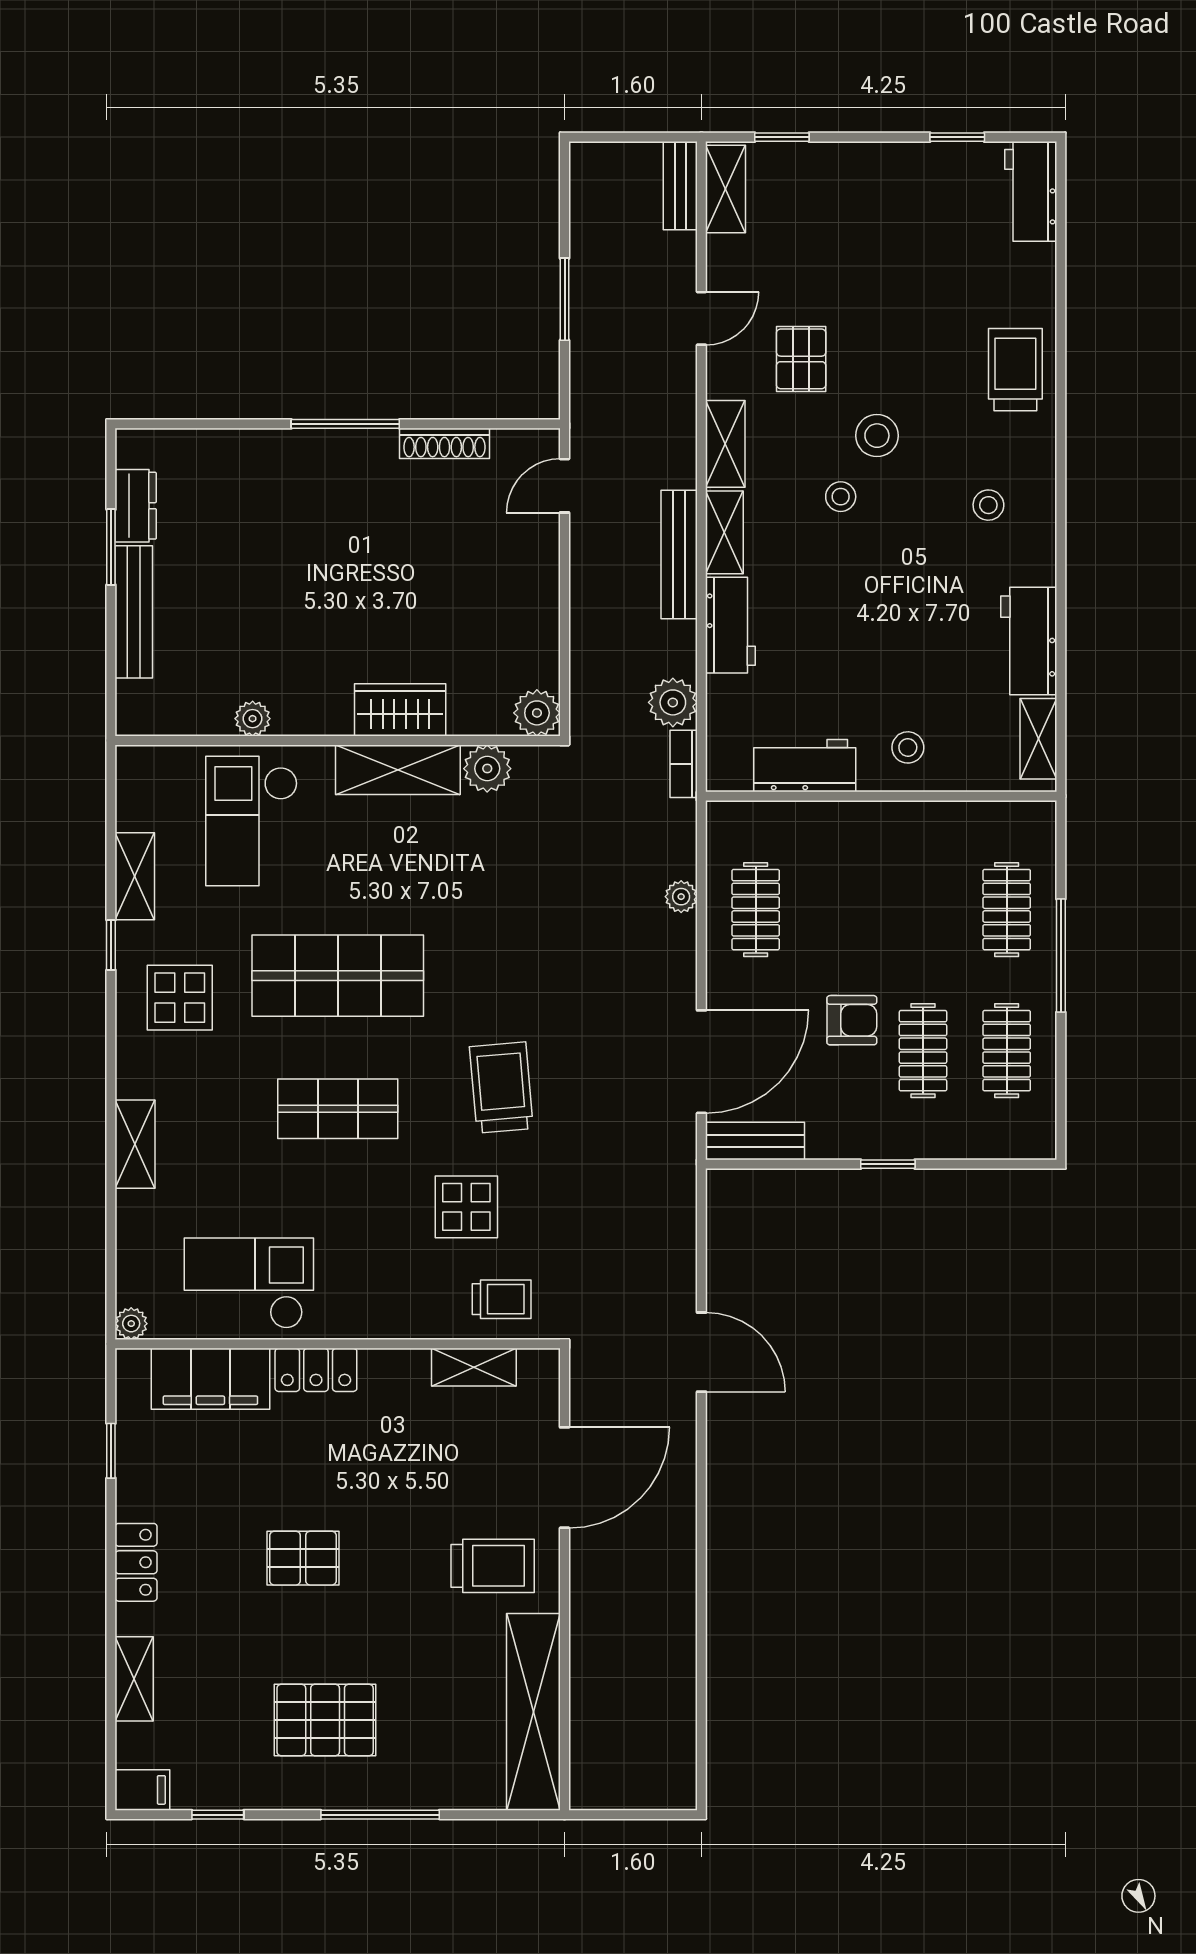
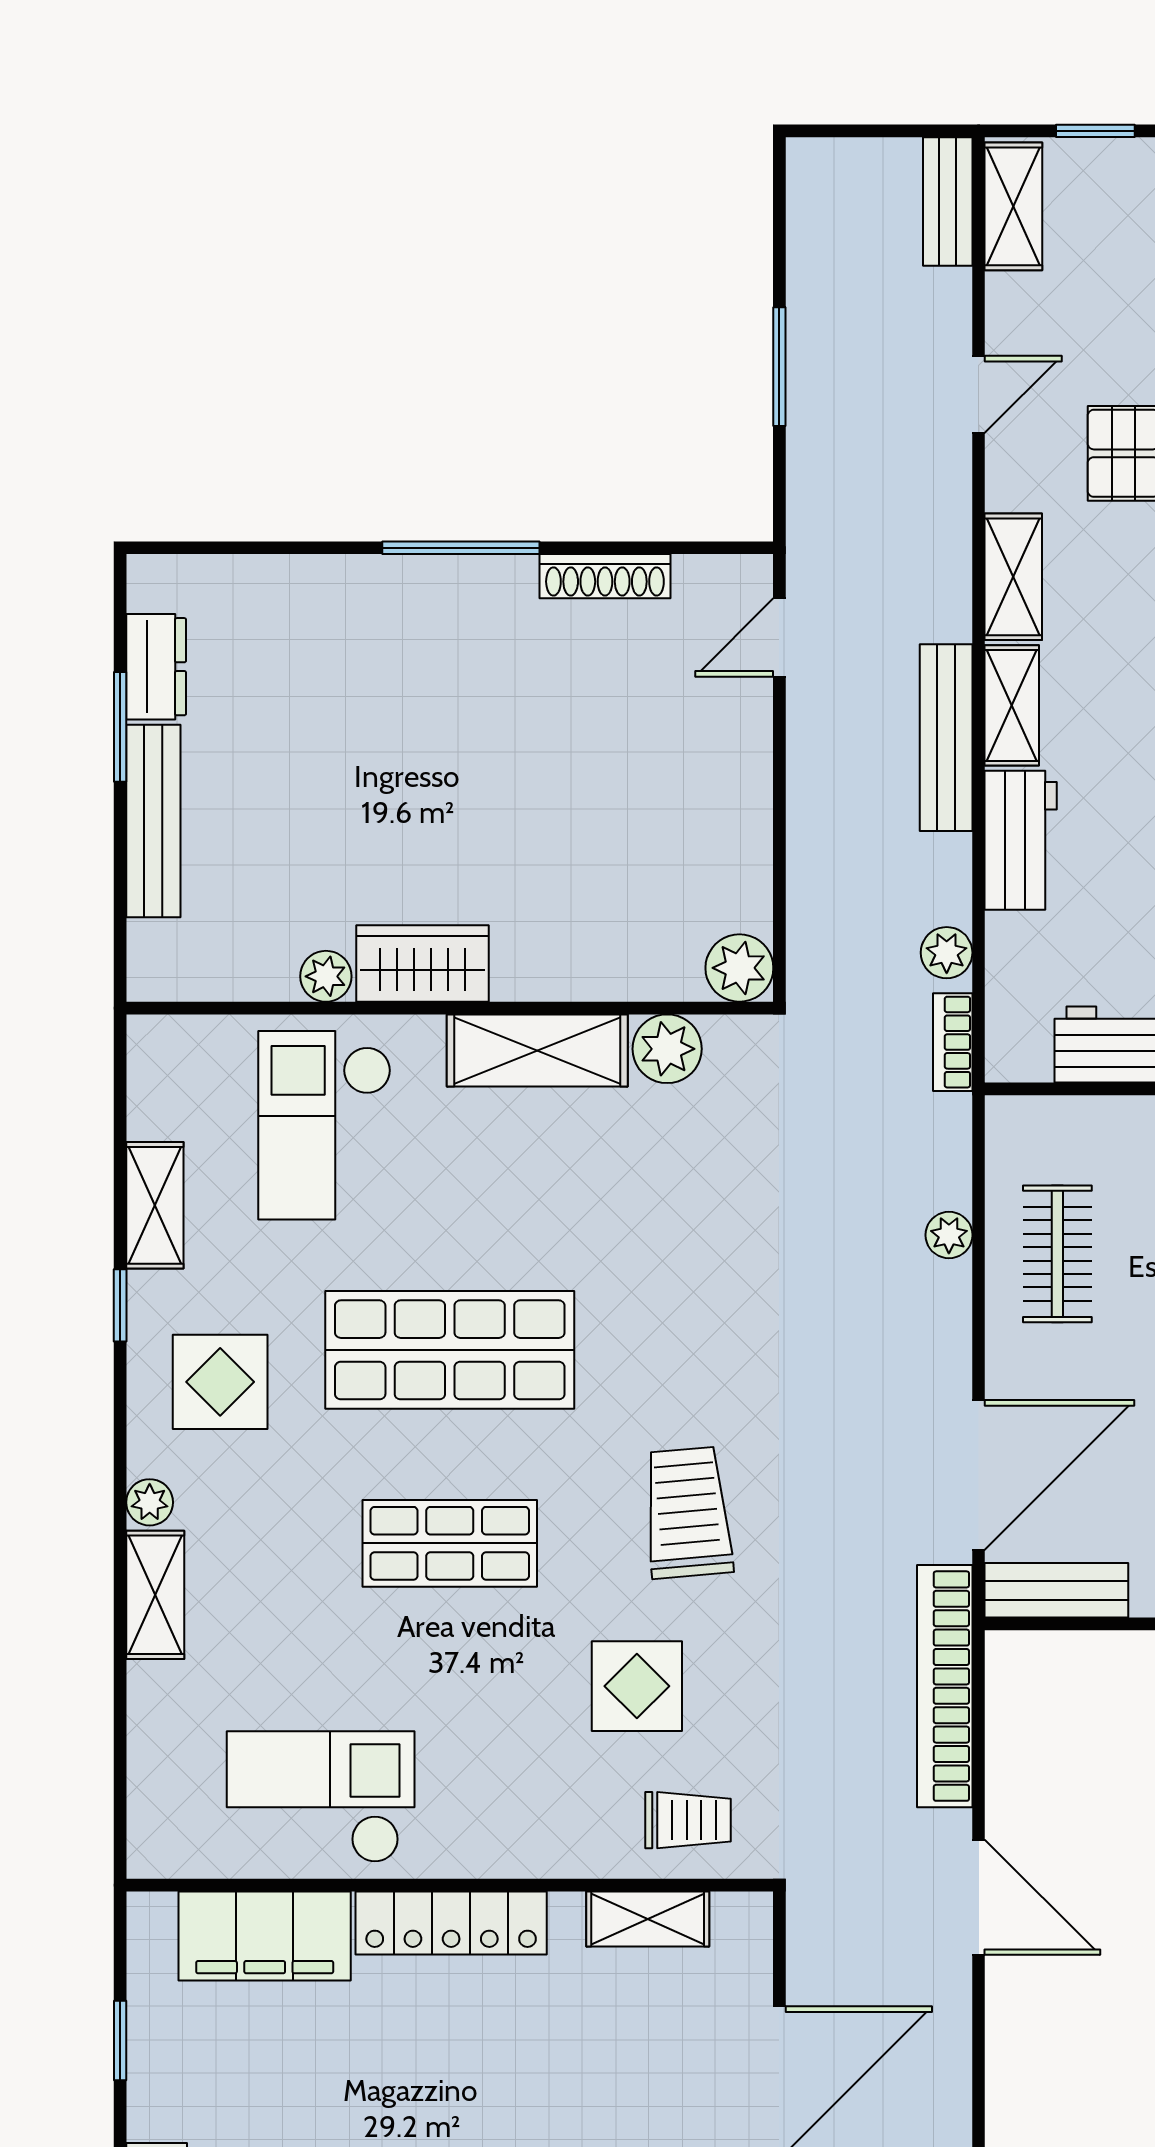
plant: (673, 702) -> (947, 953), width x0.73, depth x0.73
wardrobe: (400, 710) -> (422, 964), moved
bookcase: (678, 1207) -> (945, 1686), added
plant: (131, 1324) -> (150, 1502), moved
locker: (316, 1370) -> (451, 1923), width x1.53

